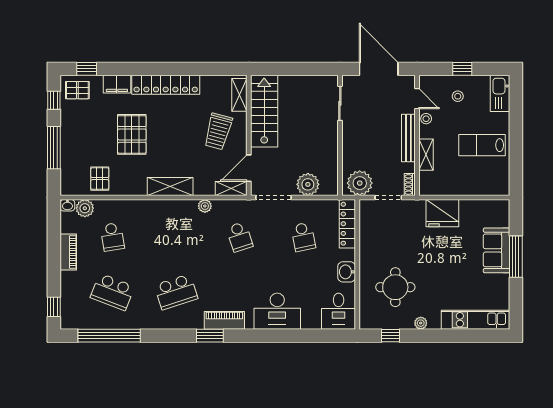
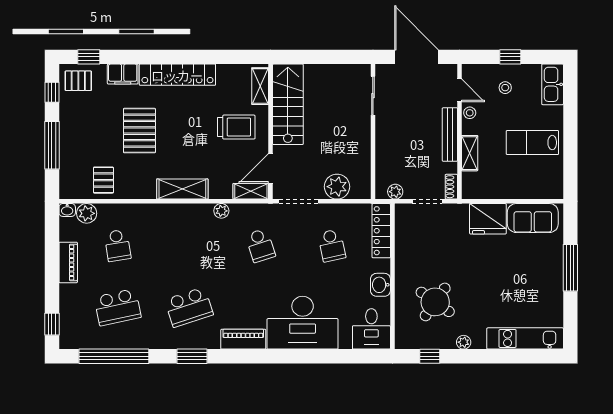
trolley: (218, 131) -> (236, 127), turned -105
plant: (360, 183) -> (395, 192), width x0.53, depth x0.53
sofa: (496, 250) -> (533, 218), moved, turned -90
round table: (395, 287) -> (435, 302), turned 35
school desk: (112, 292) -> (118, 307), turned -33
desk: (277, 311) -> (303, 323), width x1.36, depth x1.30
window: (210, 336) -> (192, 356), moved

